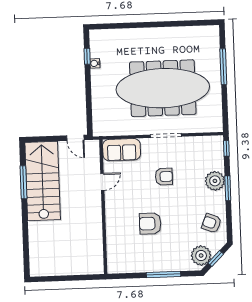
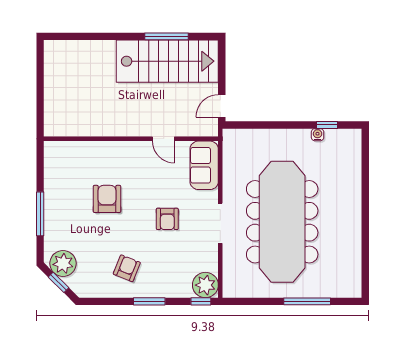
plant: (215, 181) -> (205, 285), moved
armchair: (212, 223) -> (127, 268), moved

